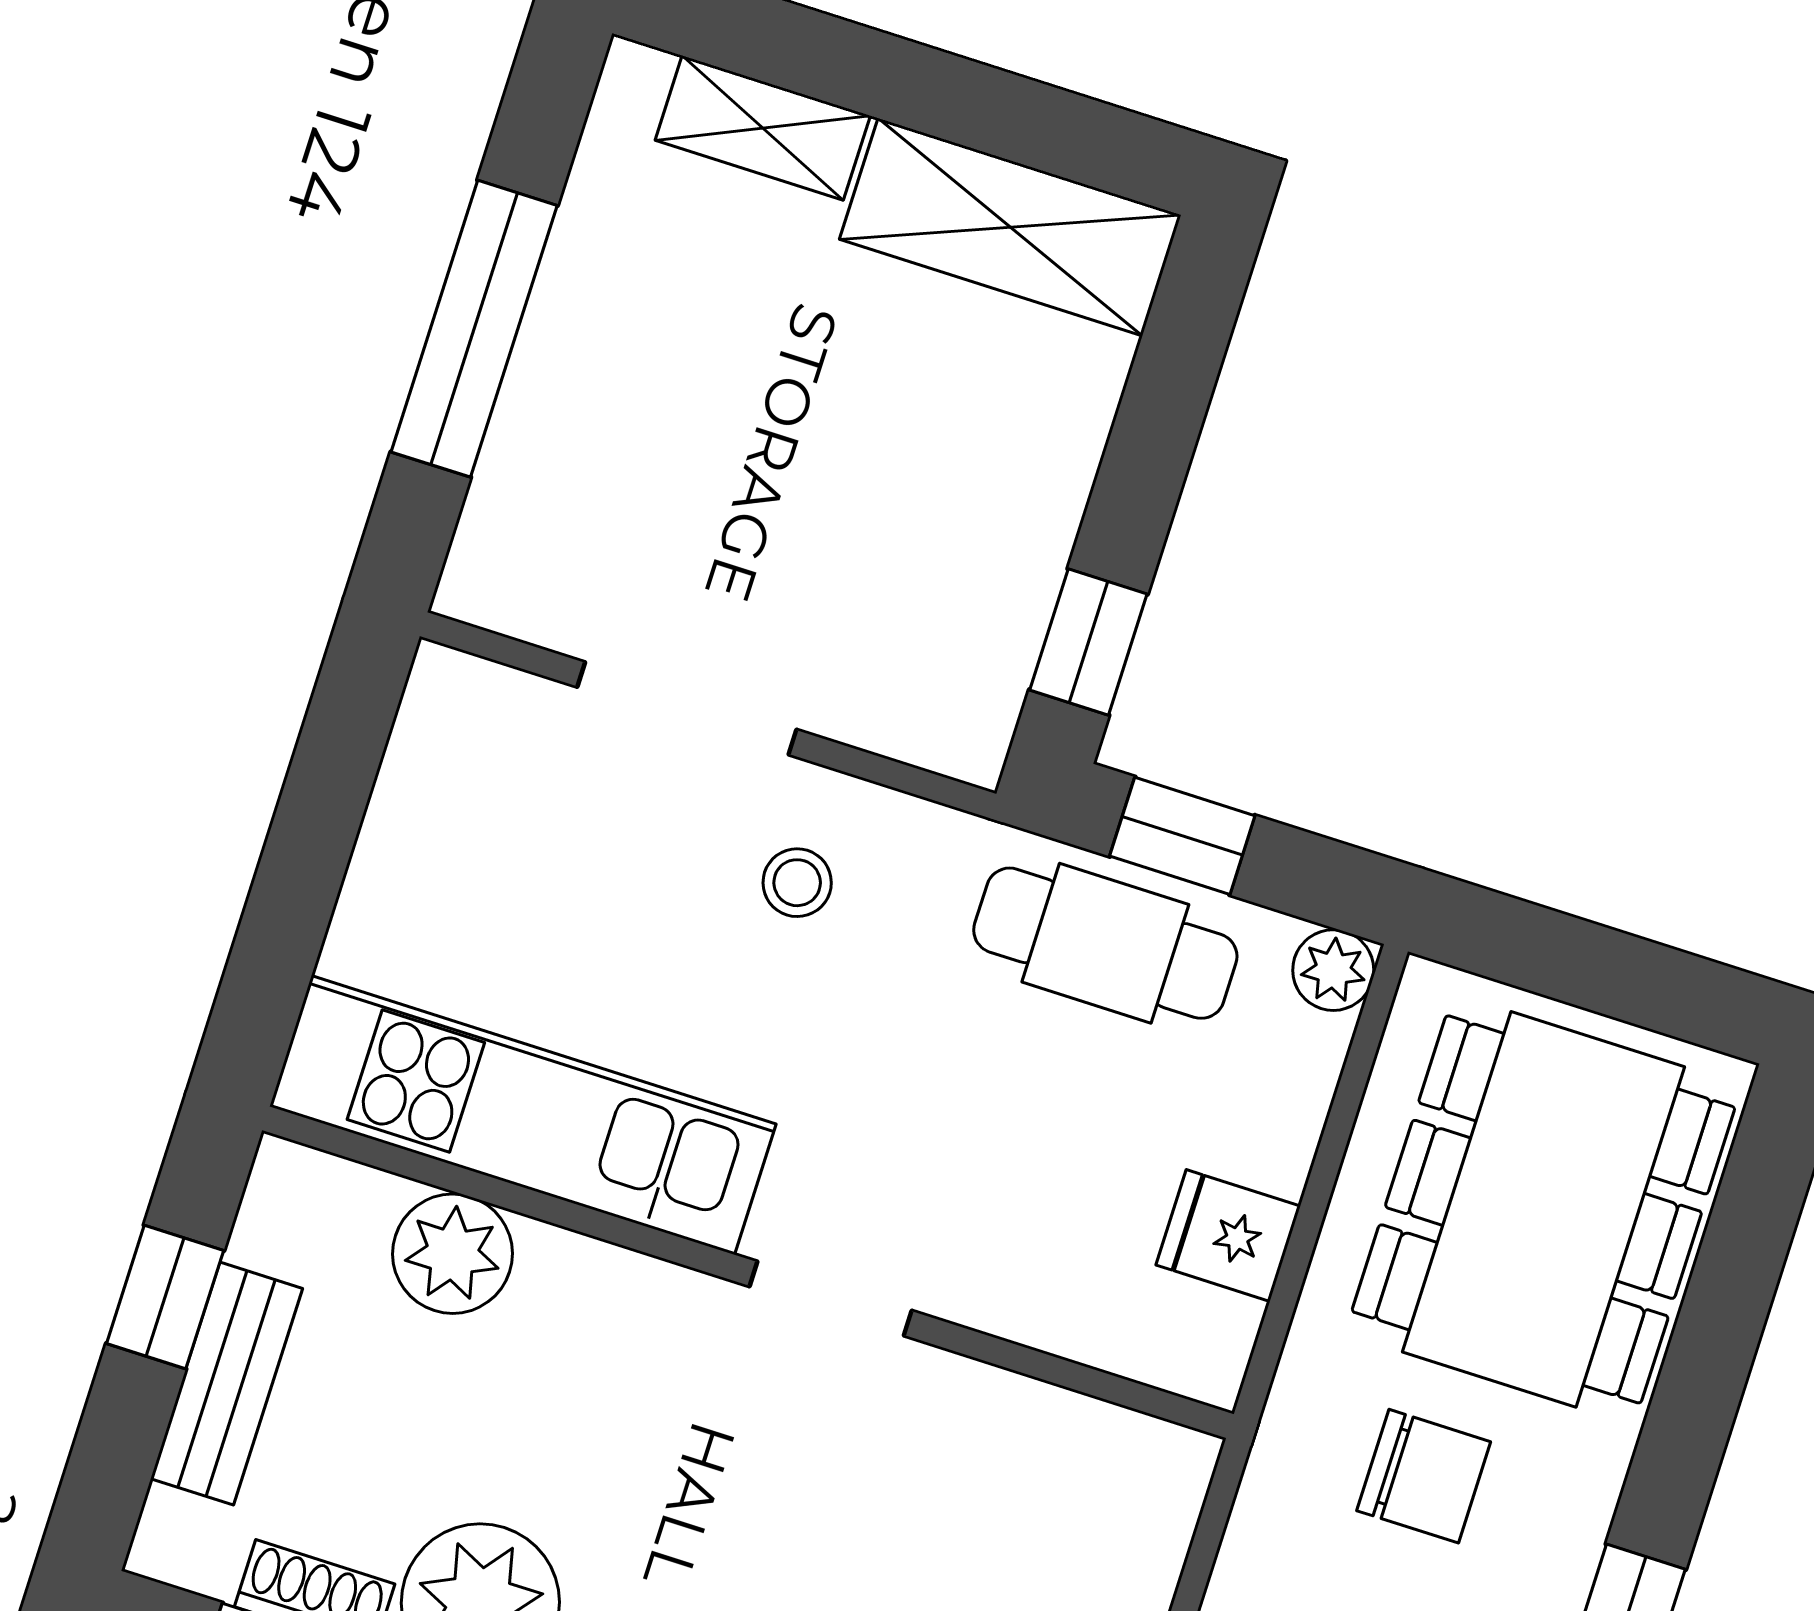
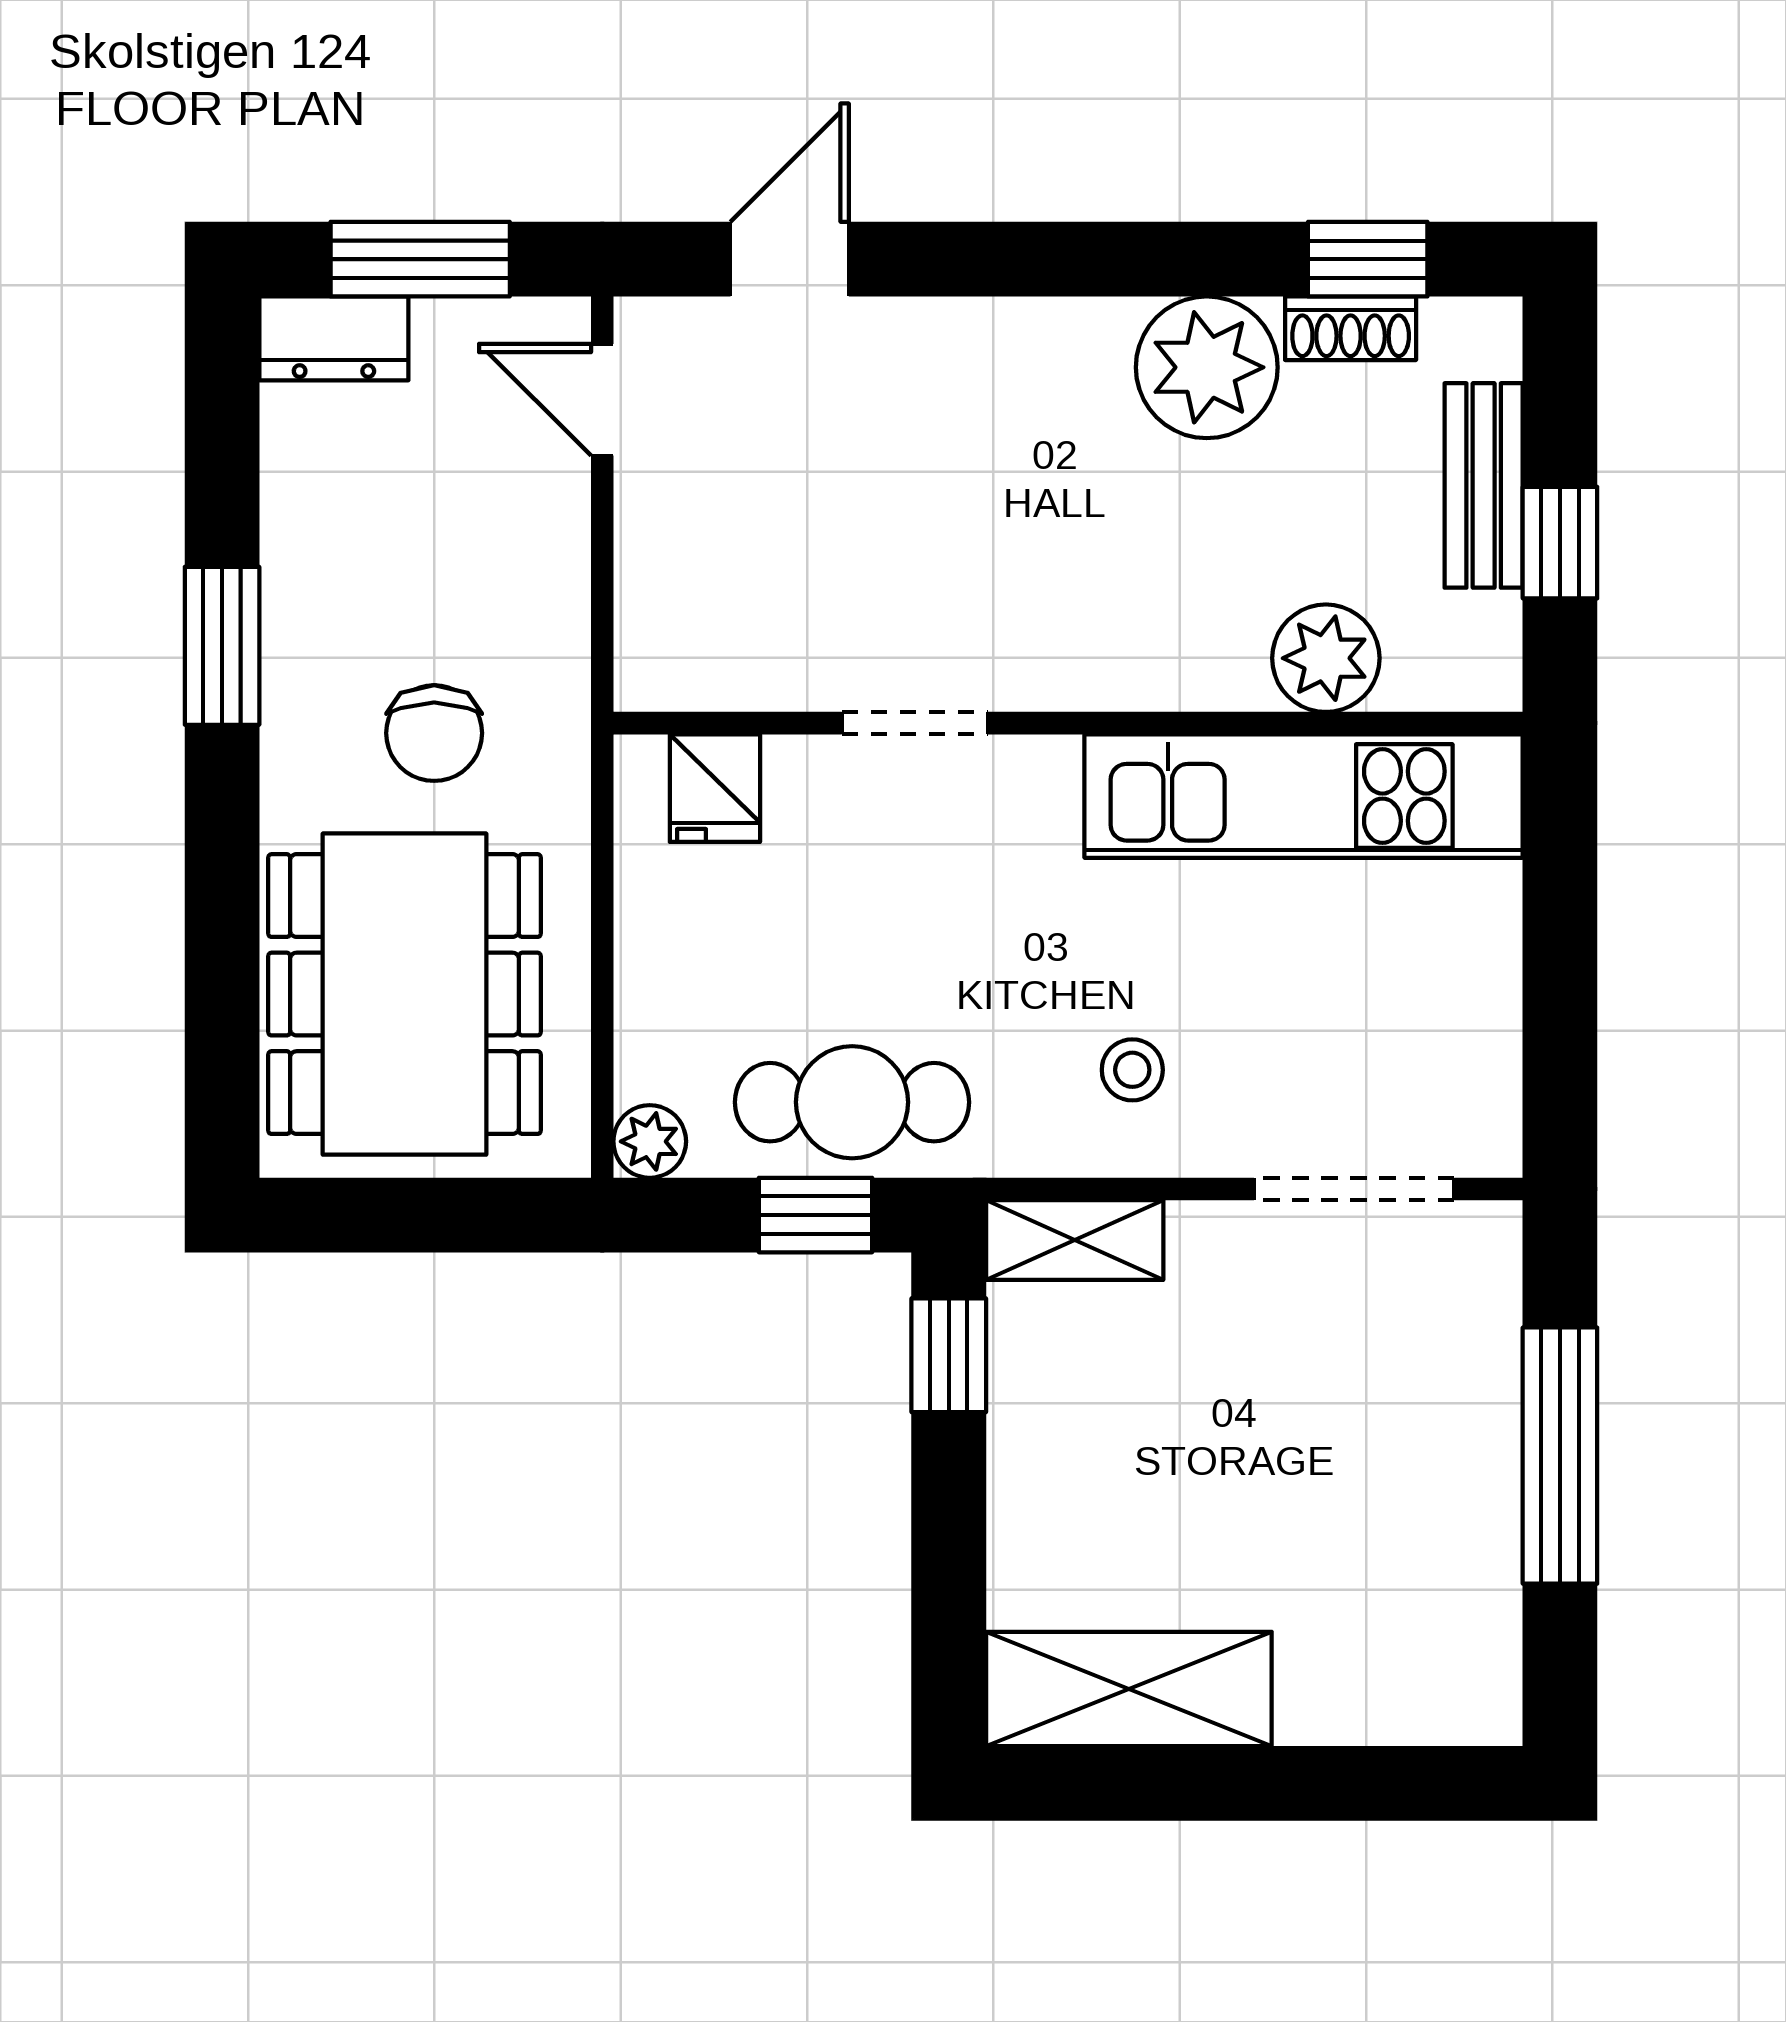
shelving: (763, 128) -> (1075, 1240), moved
doorway: (687, 708) -> (1354, 1189), moved
fridge: (1228, 1236) -> (715, 788), moved, turned 90
doorway: (831, 1299) -> (915, 723), moved
chair: (1424, 1476) -> (434, 733), turned -90

